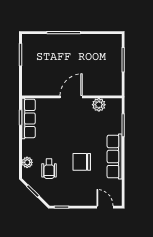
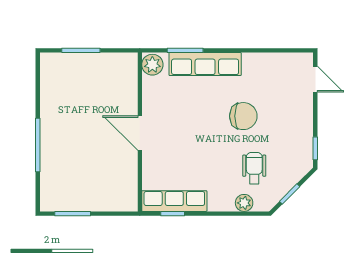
plant: (99, 105) -> (152, 65), moved
row of seats: (115, 157) -> (205, 64), moved
chair: (82, 162) -> (243, 116), turned -90
wheelchair: (49, 169) -> (254, 168), turned -90
door: (105, 207) -> (315, 79), swing flipped

